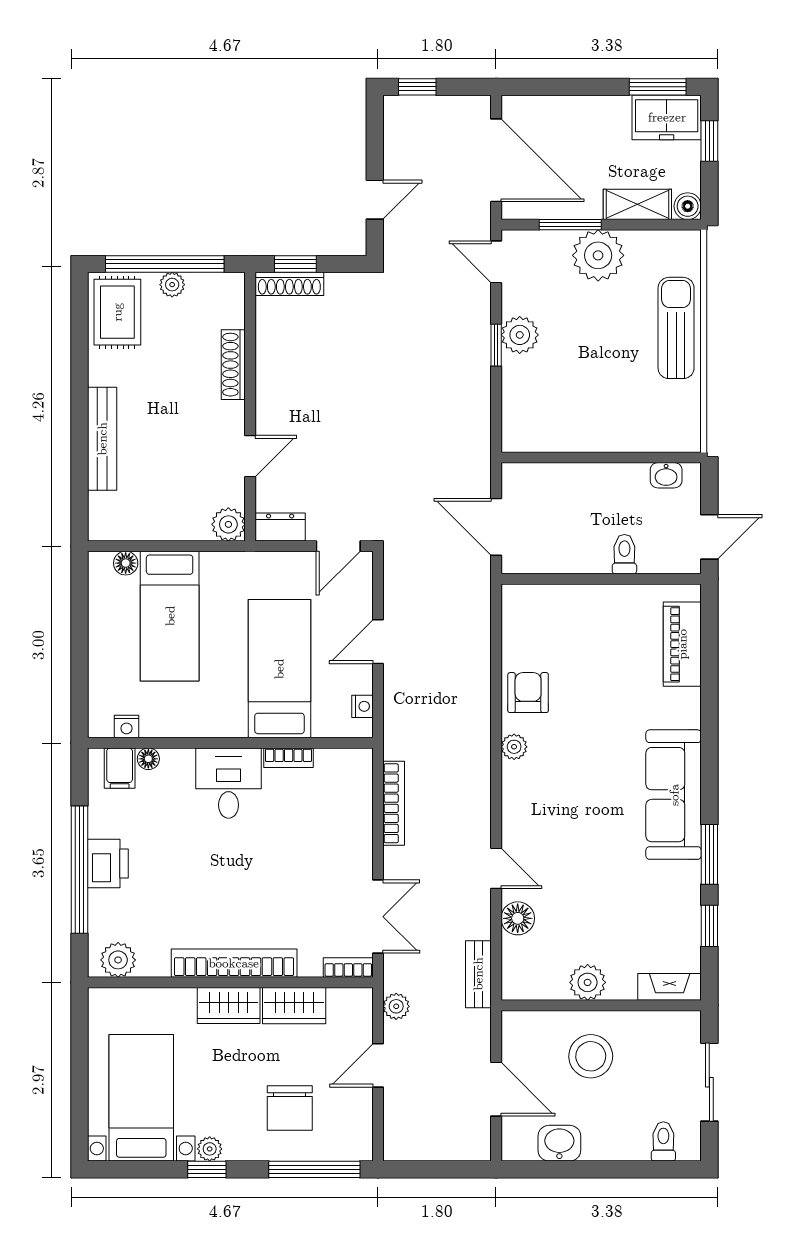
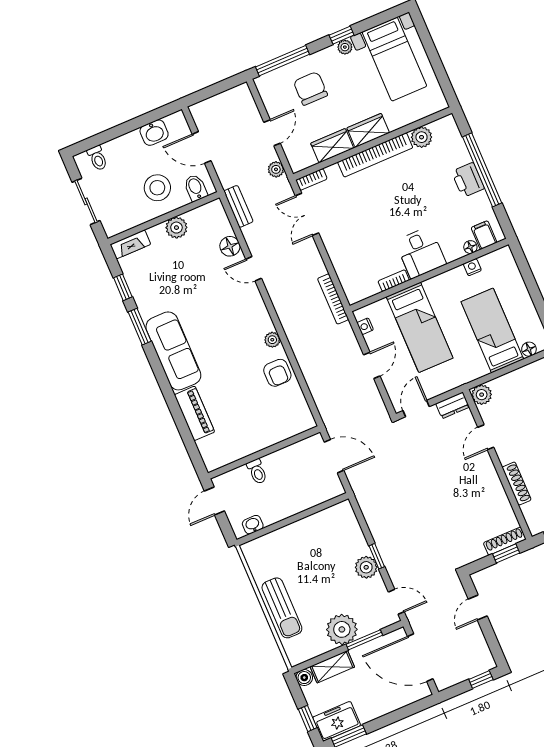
piano: (682, 644) -> (195, 413), moved
nightstand: (127, 727) -> (472, 267), moved
bookcase: (394, 803) -> (333, 299), moved
plant: (118, 960) -> (422, 137), moved
bidet: (532, 1031) -> (196, 188), added

